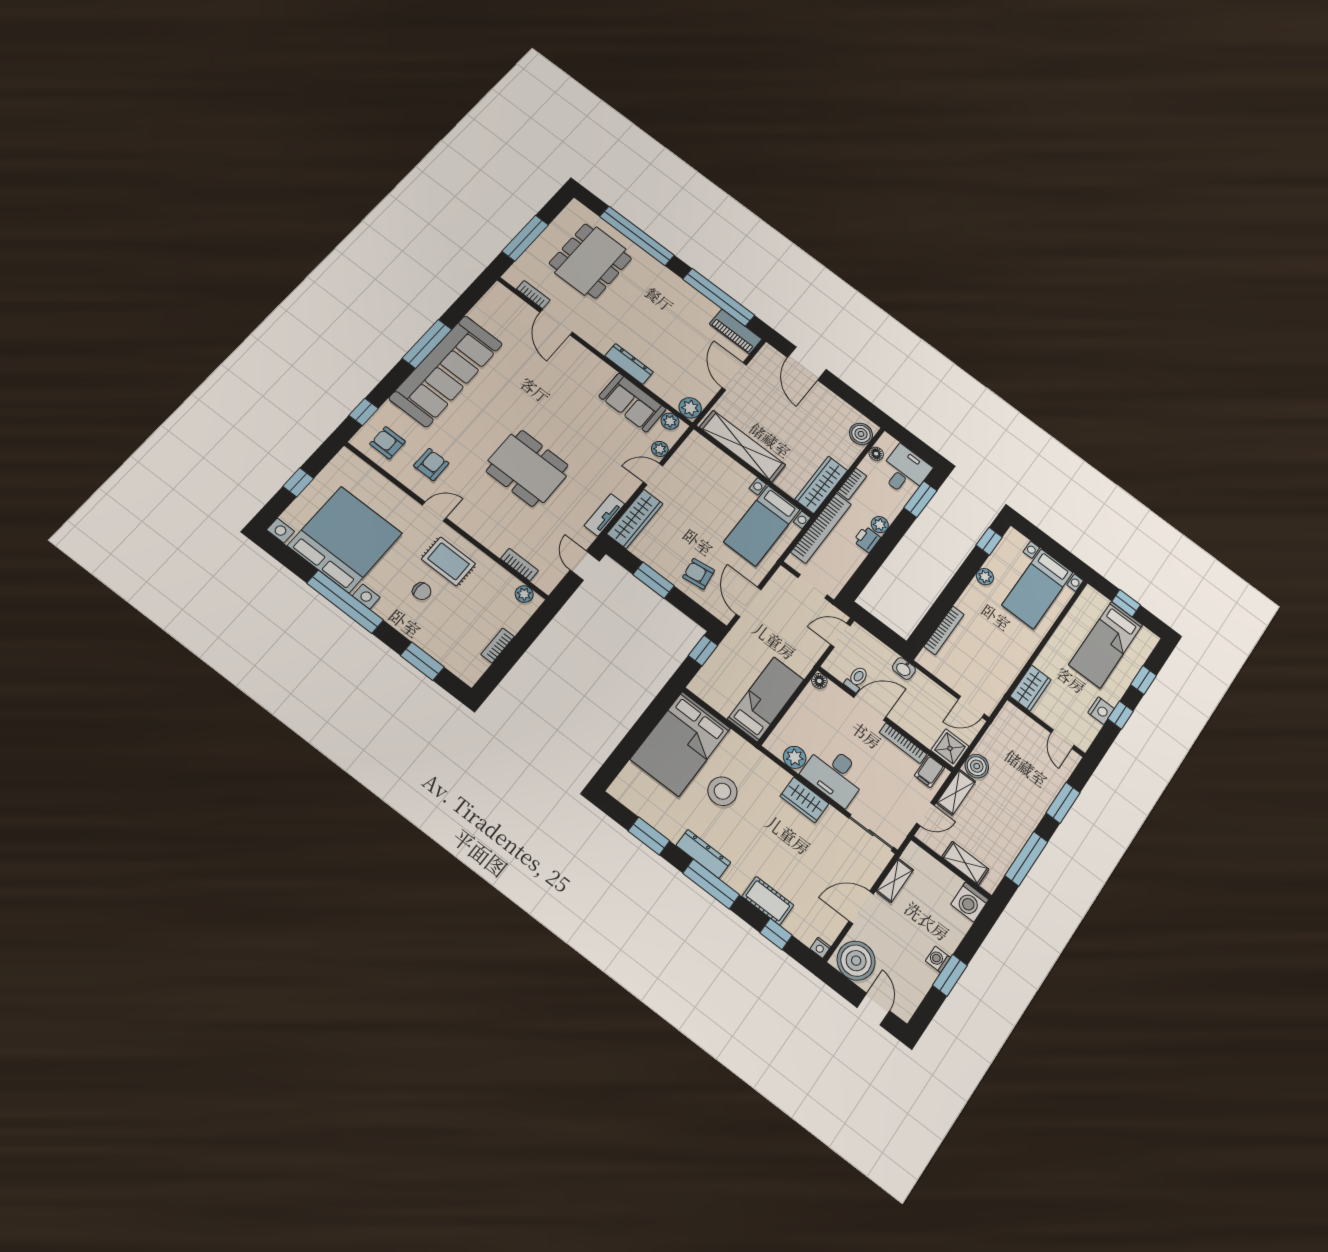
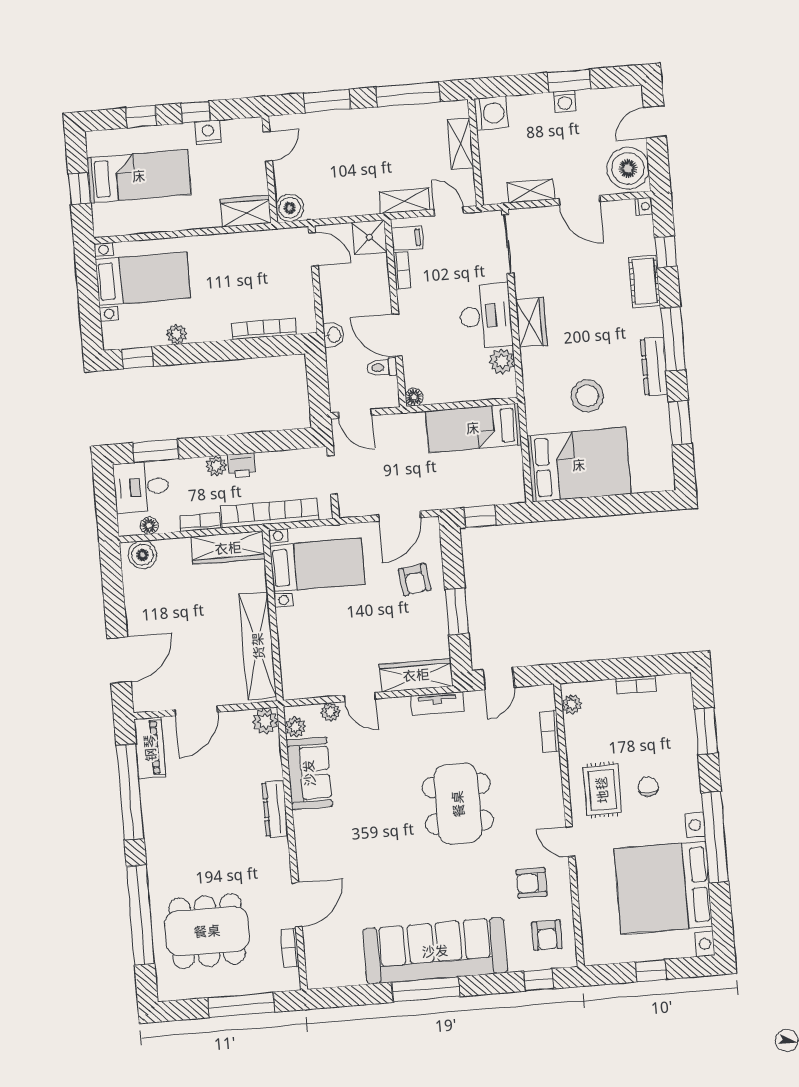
bookcase: (903, 743) -> (402, 270), width x0.64
boiler: (977, 766) -> (290, 208), moved

